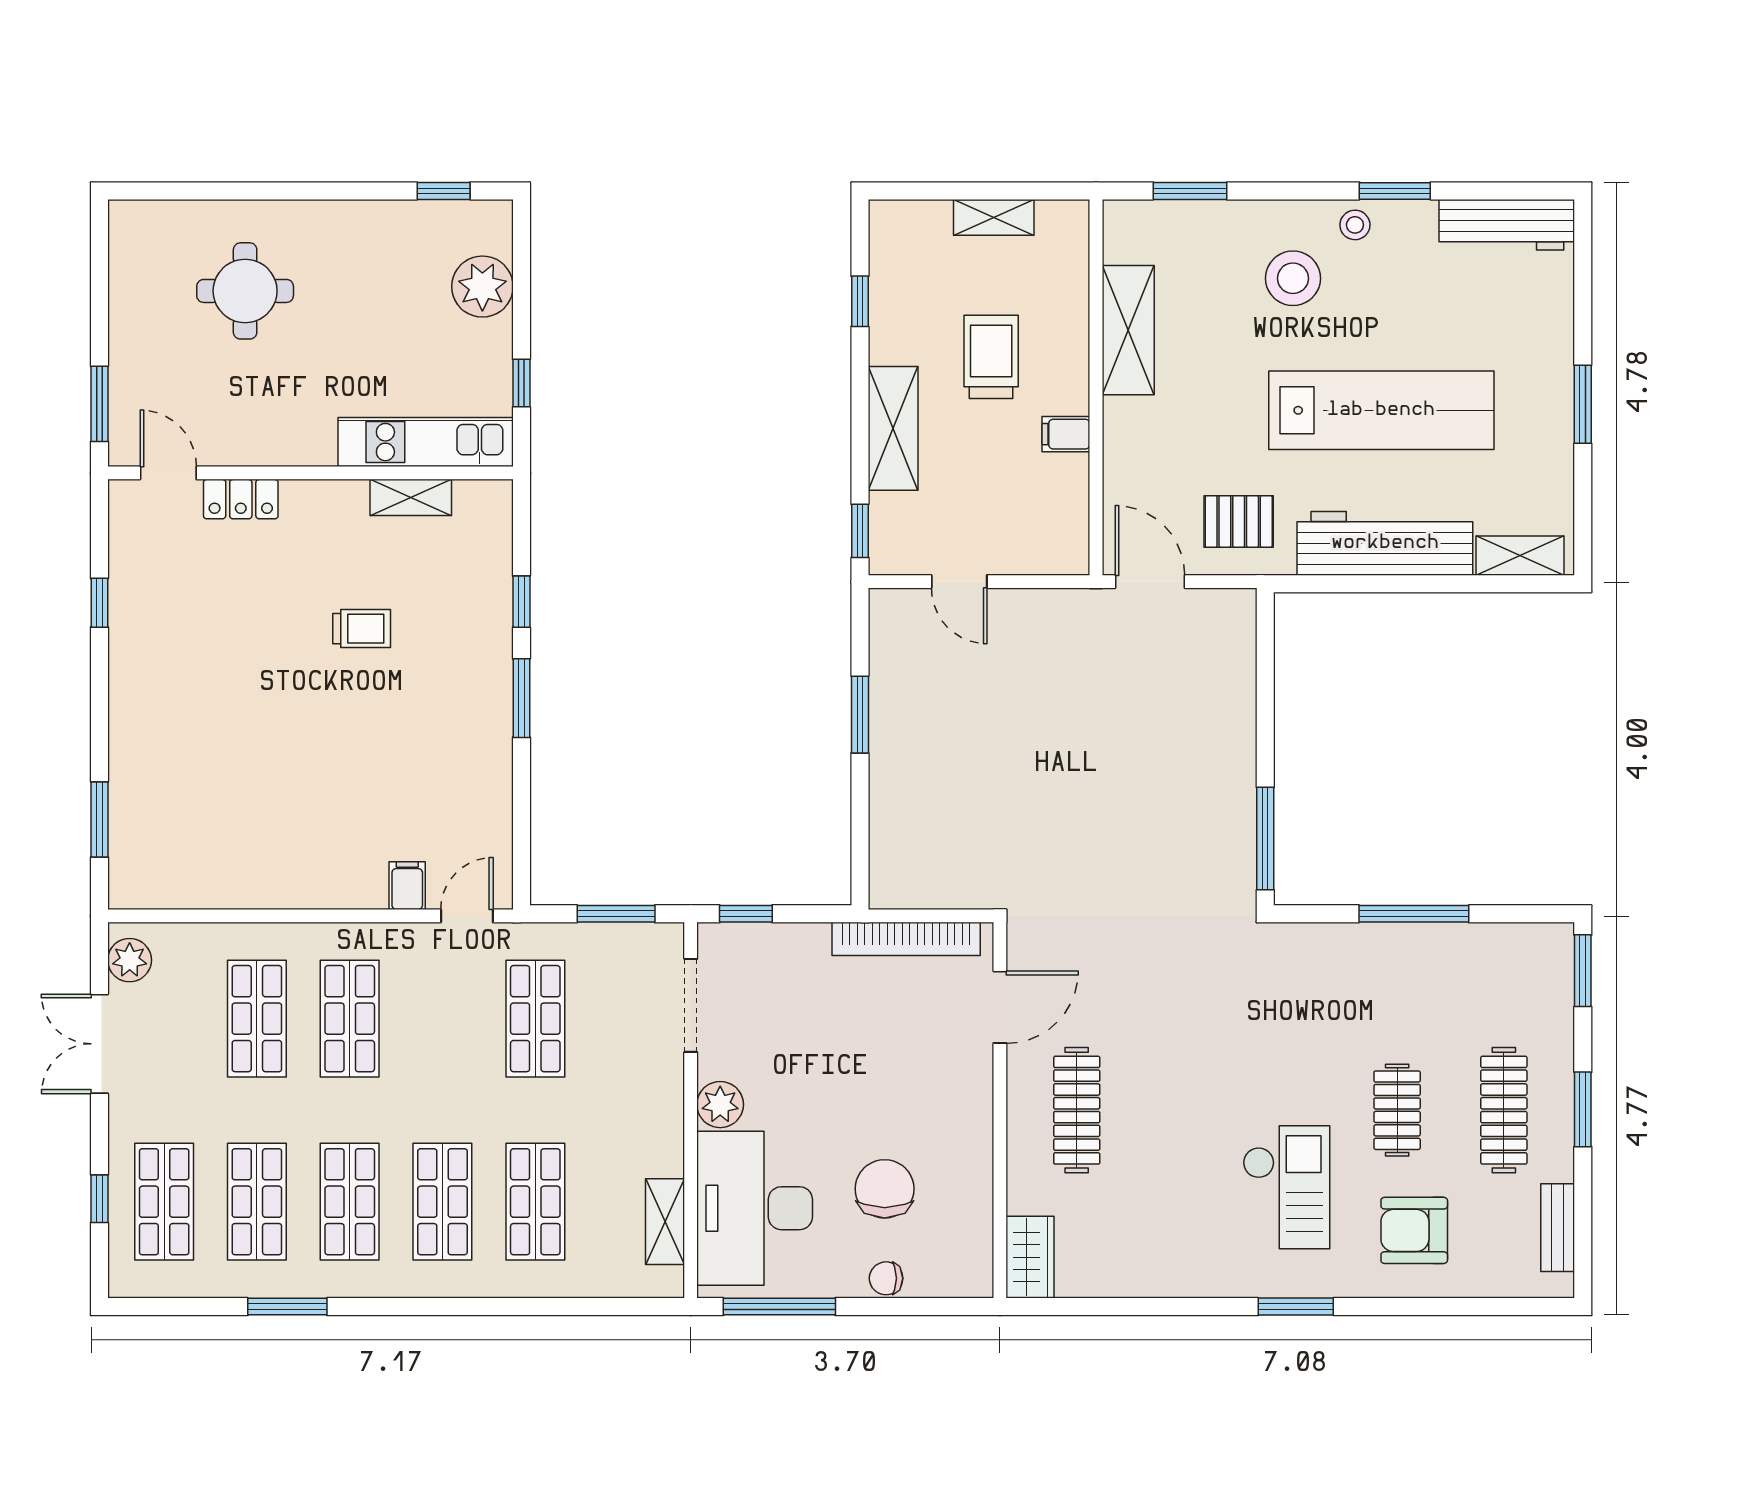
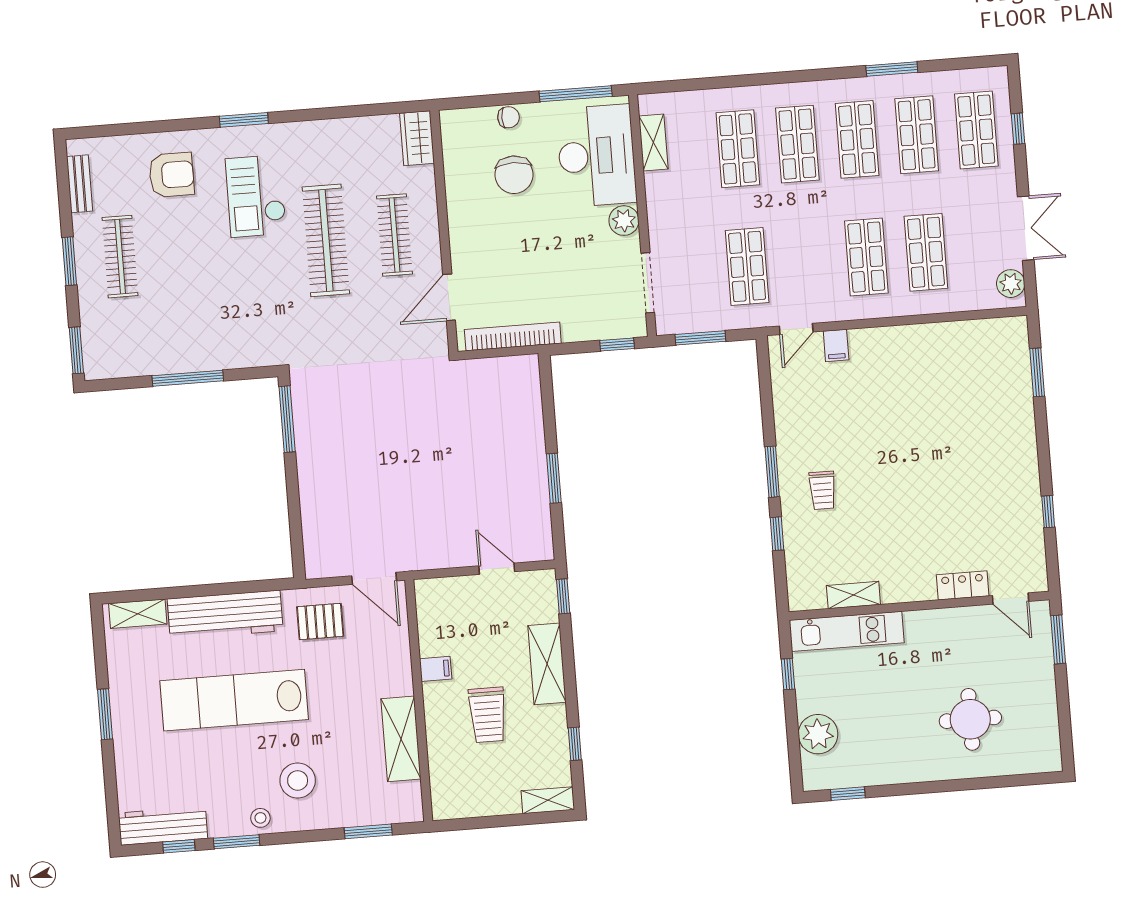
window: (1485, 191) -> (179, 846), added
shelving: (994, 217) -> (548, 800), moved
trolley: (362, 629) -> (823, 490), moved, turned -90
clothes rail: (1397, 1110) -> (326, 240), moved, width x1.86, depth x1.31

